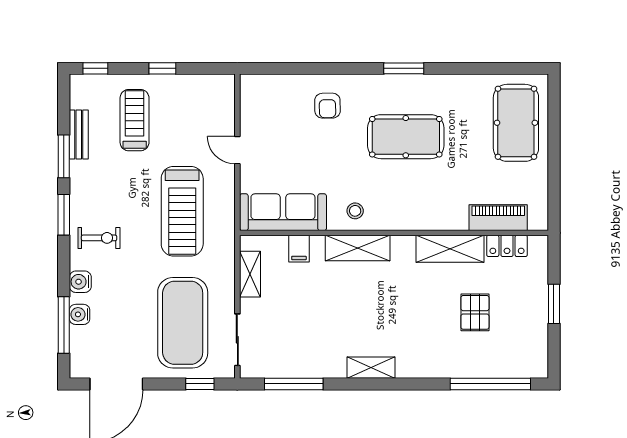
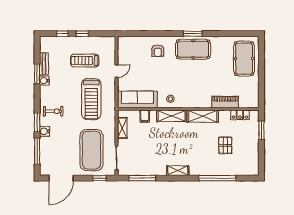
window: (95, 68) -> (62, 34), moved
treadmill: (135, 120) -> (85, 60), moved, turned -90
pool table: (406, 137) -> (193, 49), moved
door: (237, 150) -> (116, 71), swing flipped
window: (64, 215) -> (37, 122), moved
piano: (498, 218) -> (225, 102), moved
shelving: (450, 249) -> (203, 116), moved
window: (554, 304) -> (261, 130), moved
water cooler: (80, 314) -> (44, 81), moved
window: (490, 384) -> (217, 178), moved

